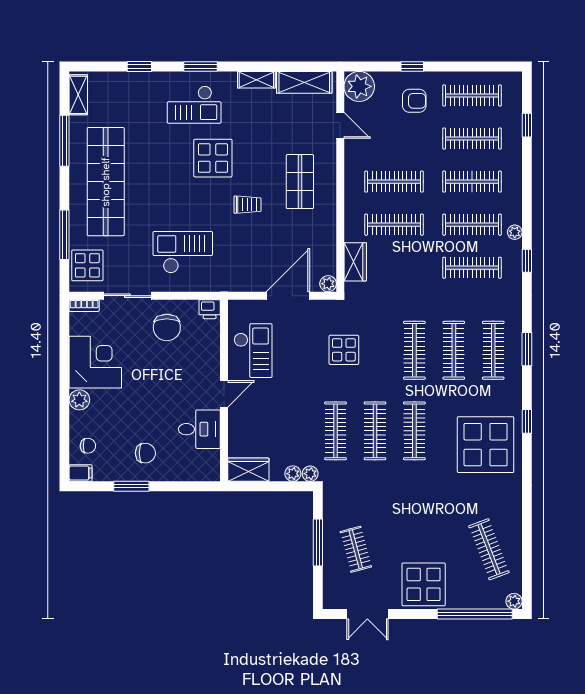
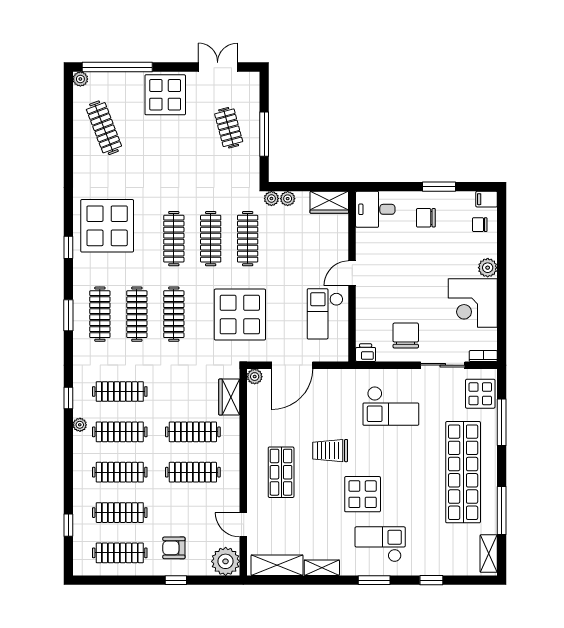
trolley: (248, 205) -> (330, 451), width x1.36, depth x1.39
display table: (344, 350) -> (240, 315), width x1.86, depth x1.86
desk: (199, 429) -> (375, 209), moved

